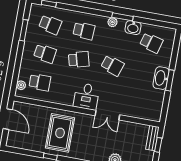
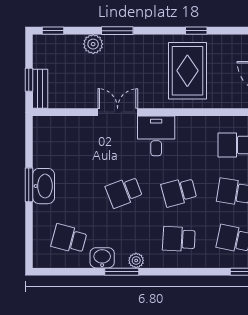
school desk: (112, 66) -> (124, 192), turned -39

